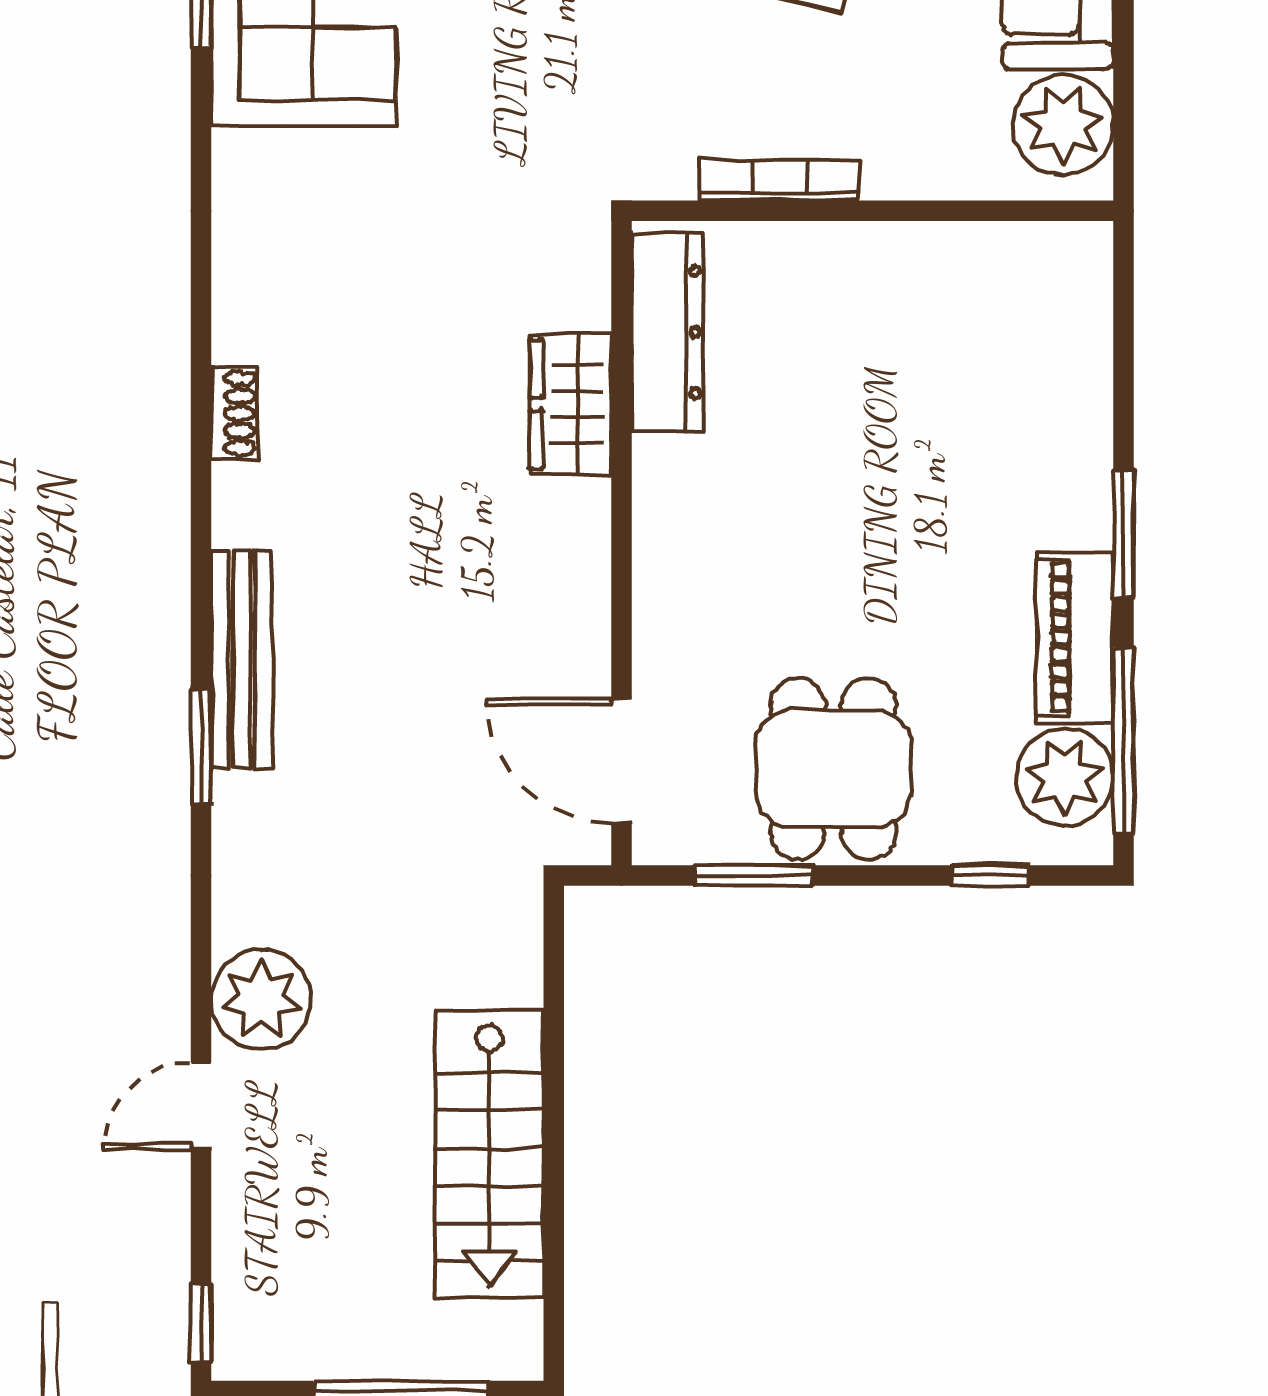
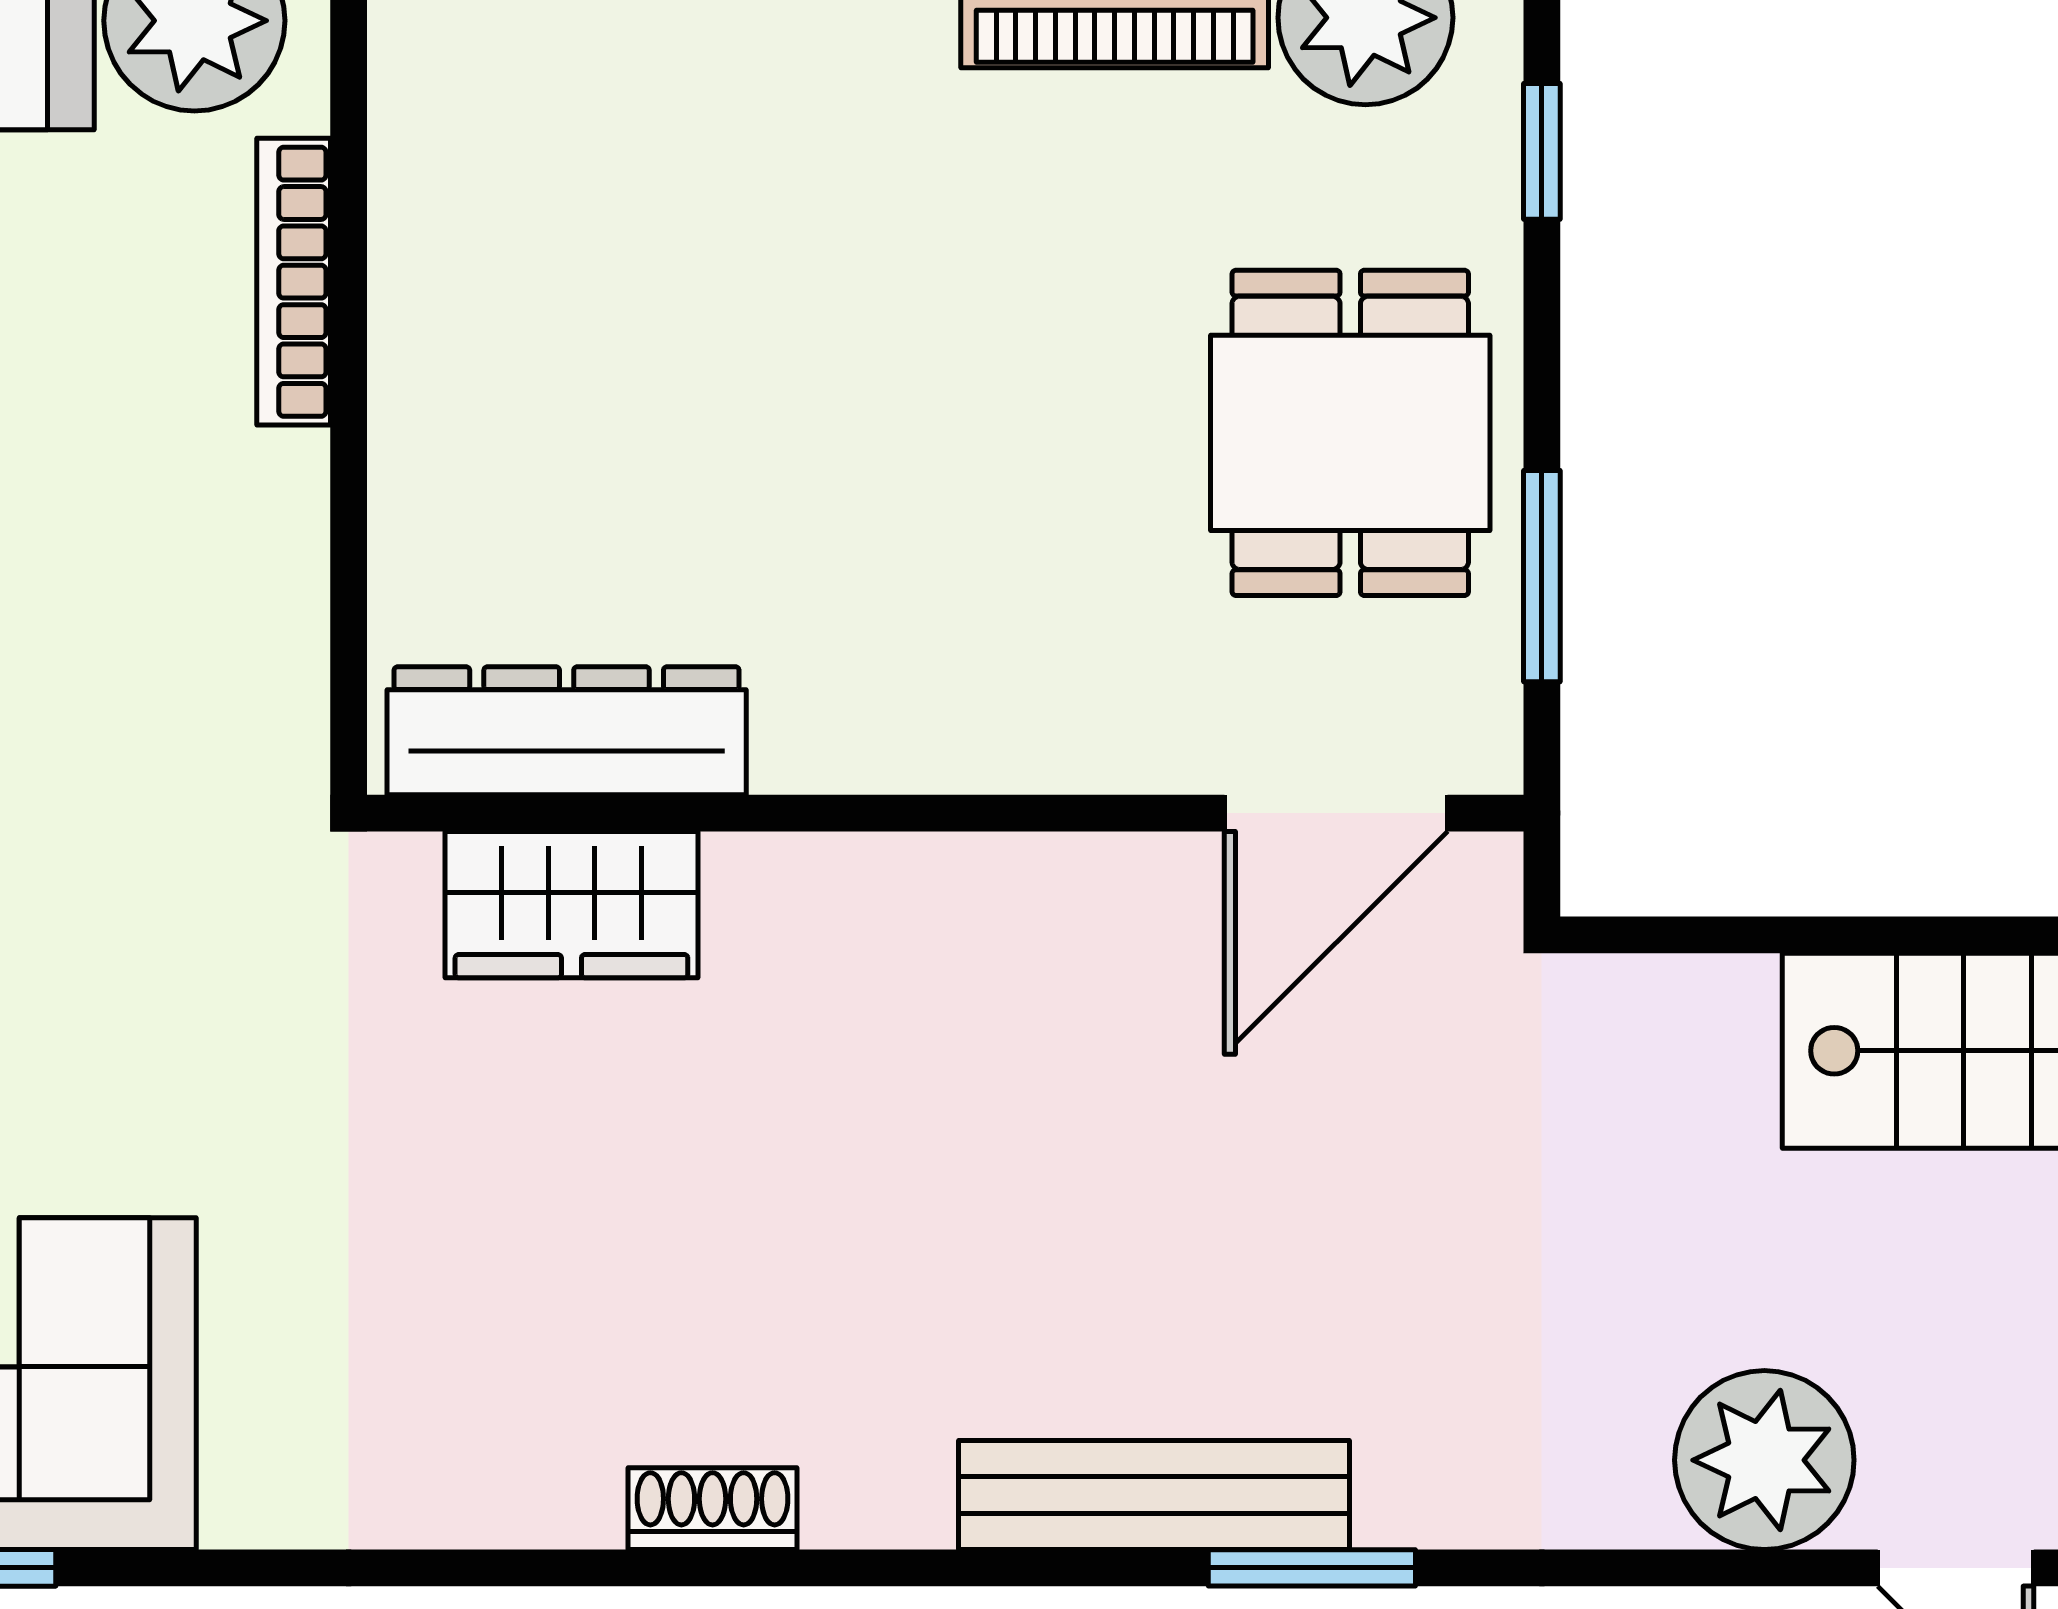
bookcase: (780, 180) -> (294, 282), moved
wardrobe: (571, 404) -> (571, 905), moved
dining table: (833, 769) -> (1350, 433), turned 90

